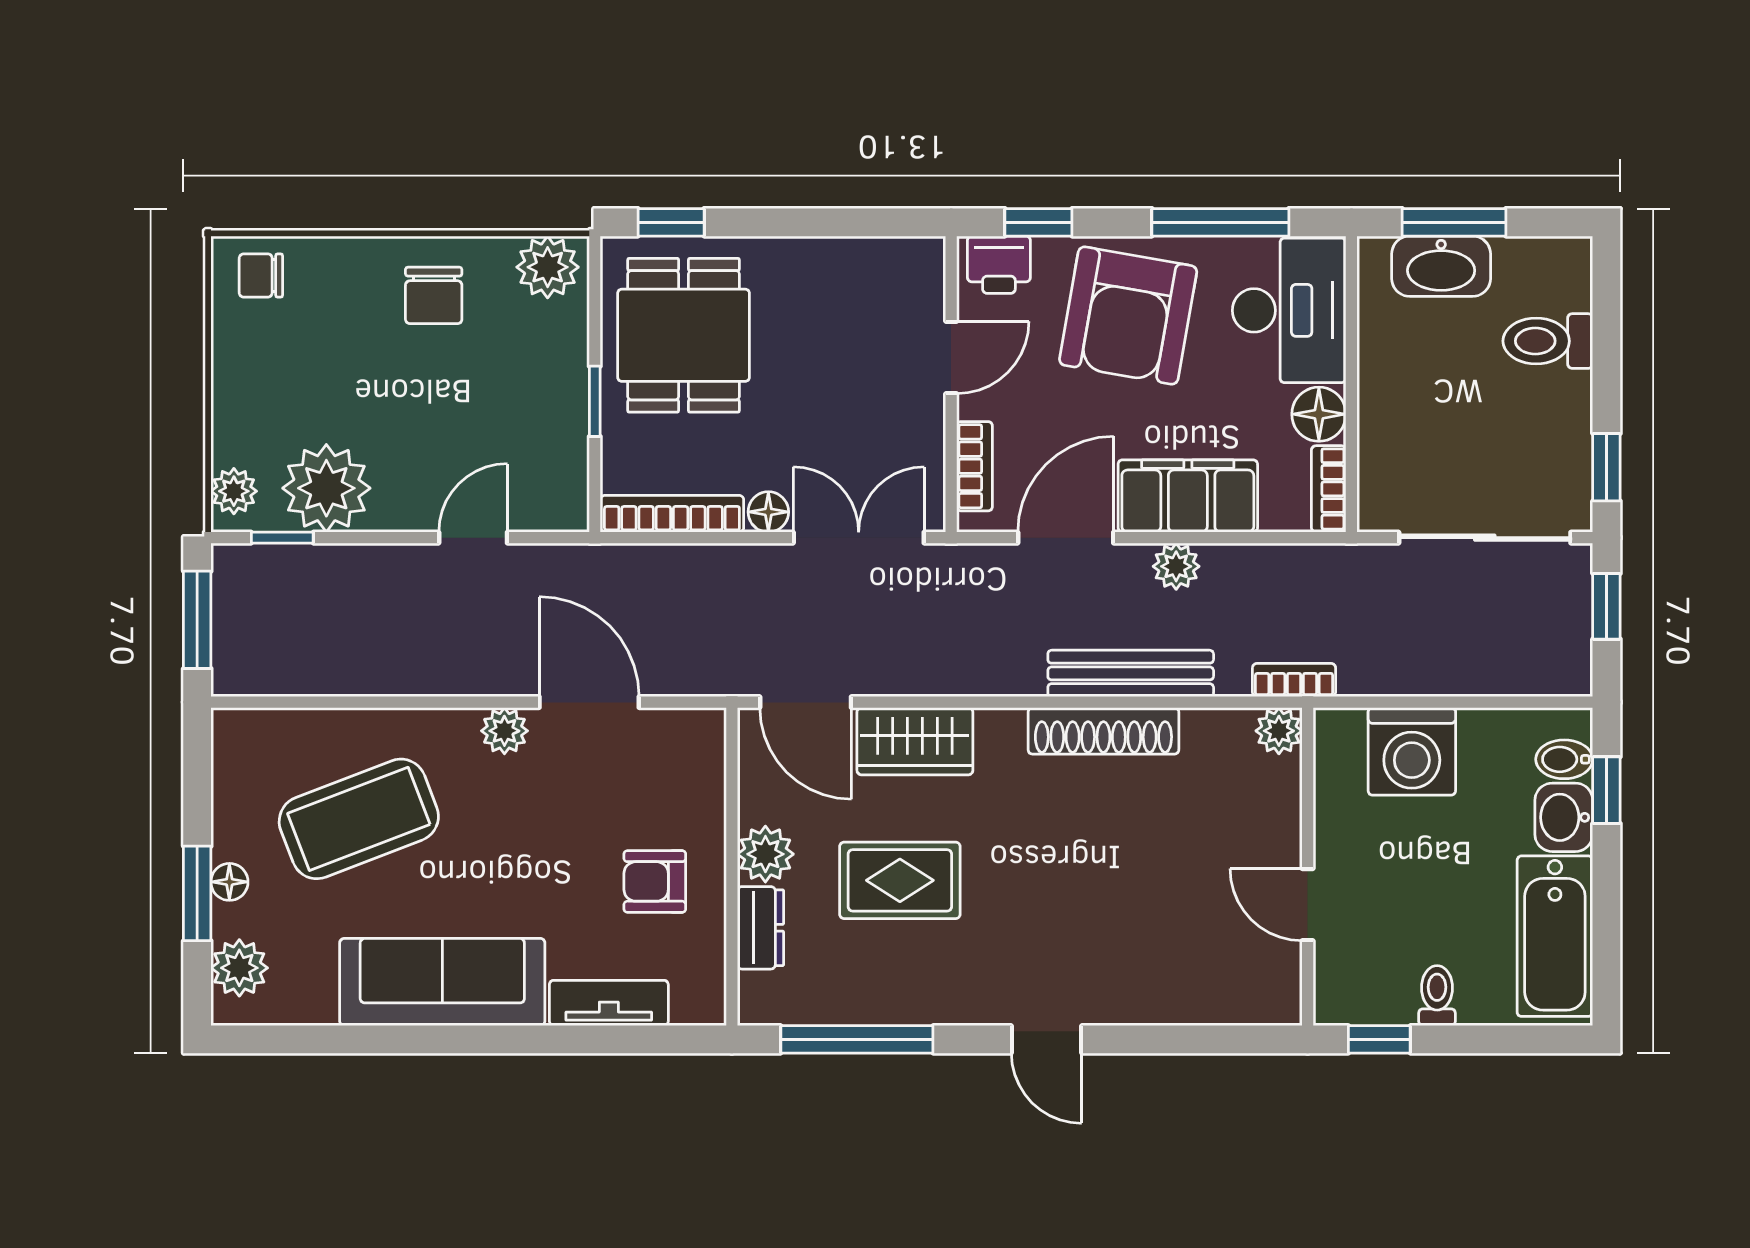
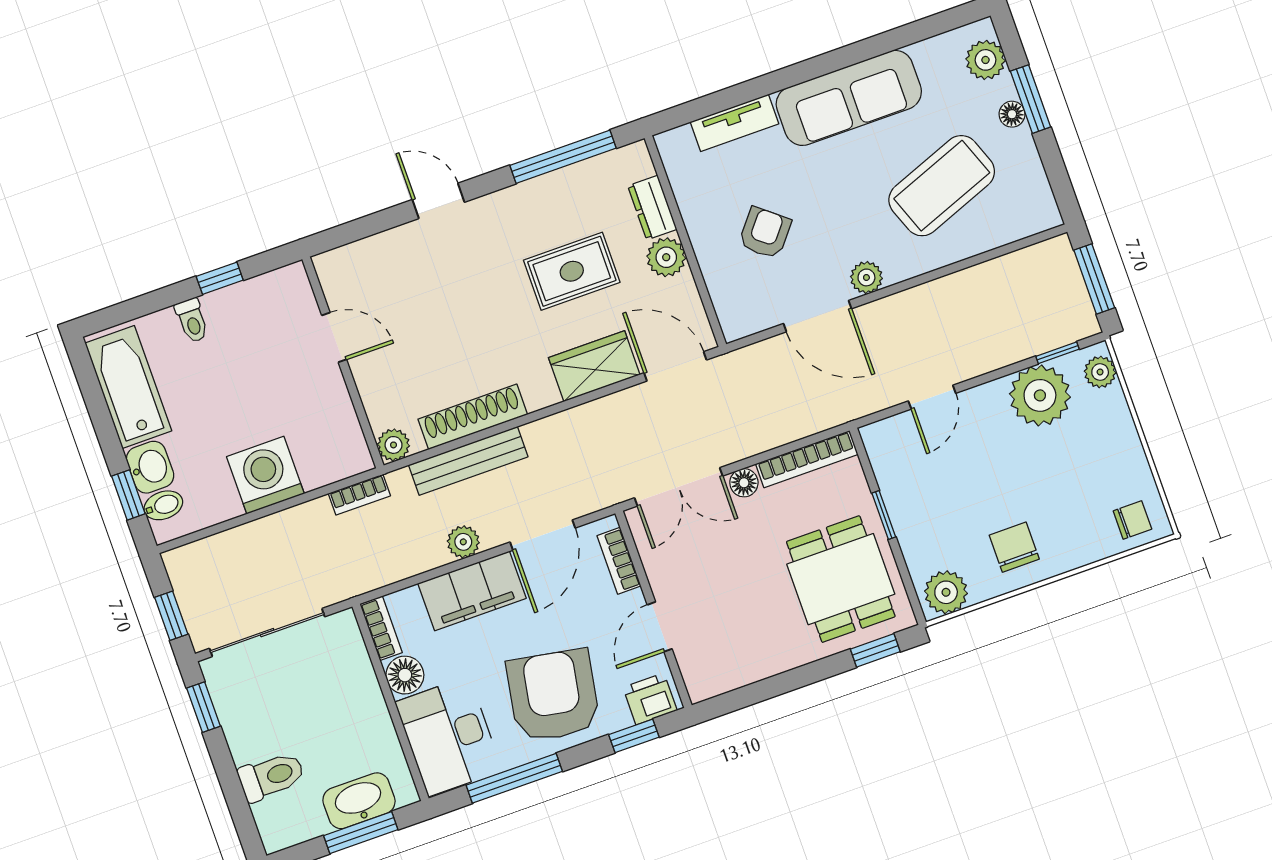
plant: (1279, 731) -> (394, 445), moved
wall: (1308, 867) -> (343, 362), moved
armchair: (655, 881) -> (765, 233), moved, turned -51
door: (1308, 905) -> (334, 337), moved

